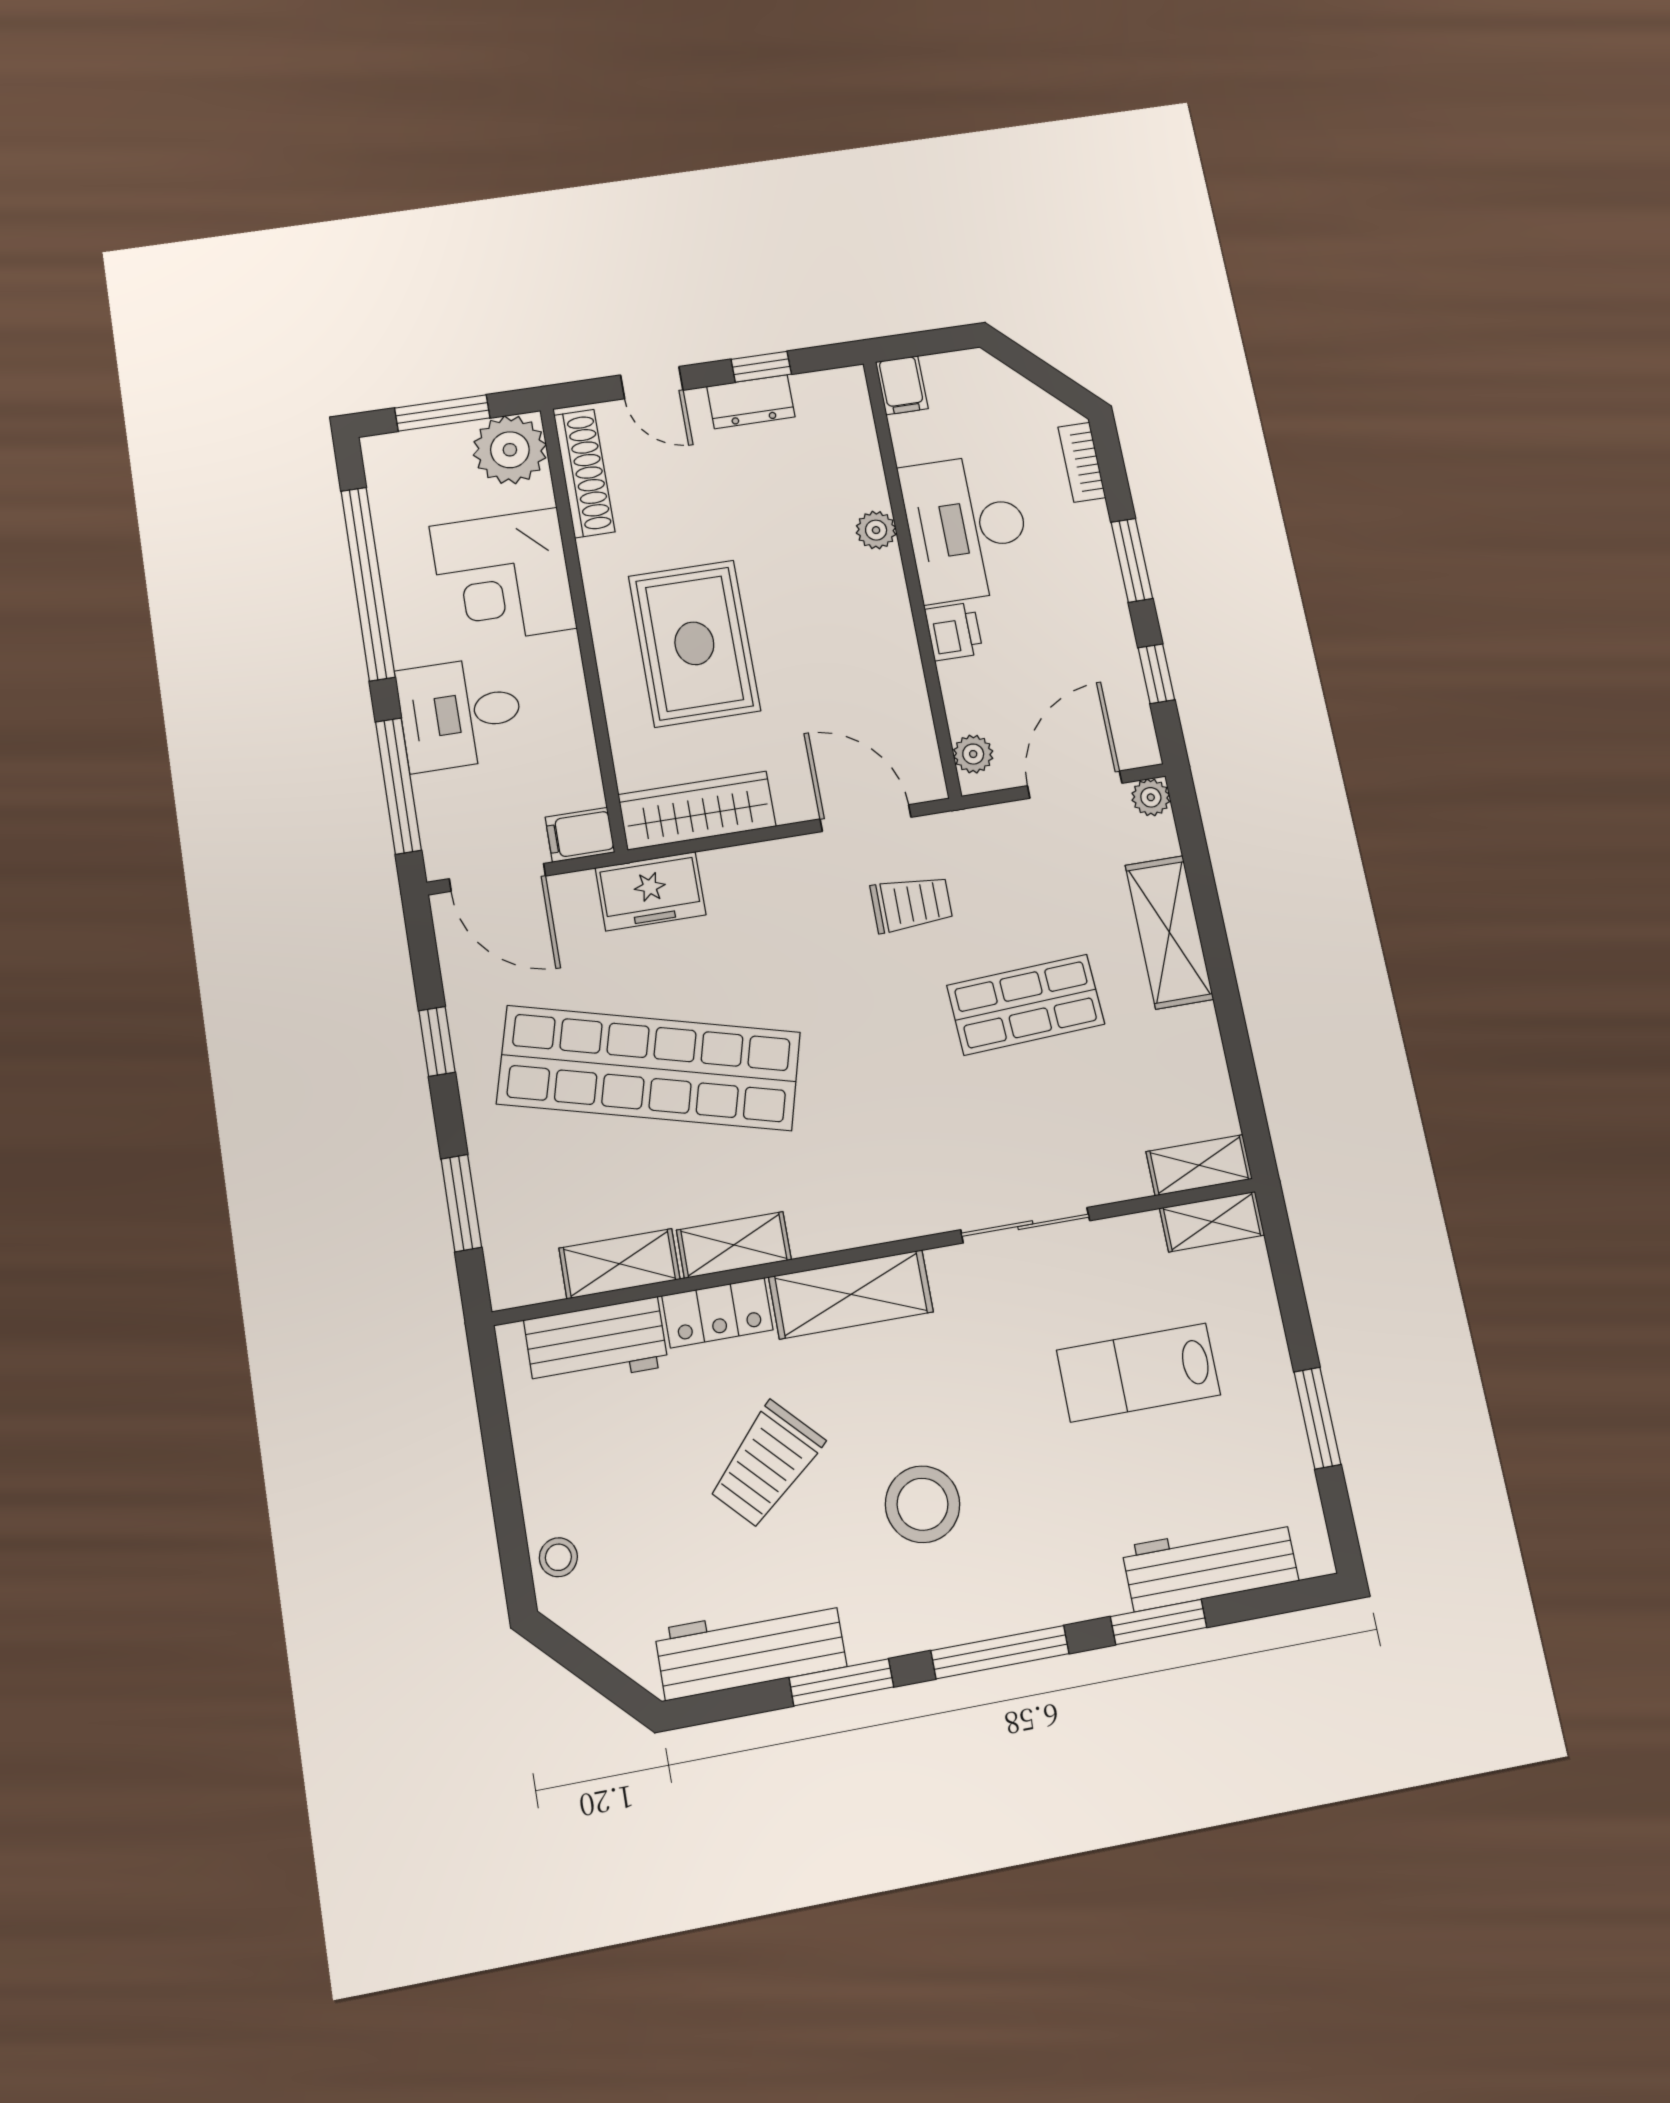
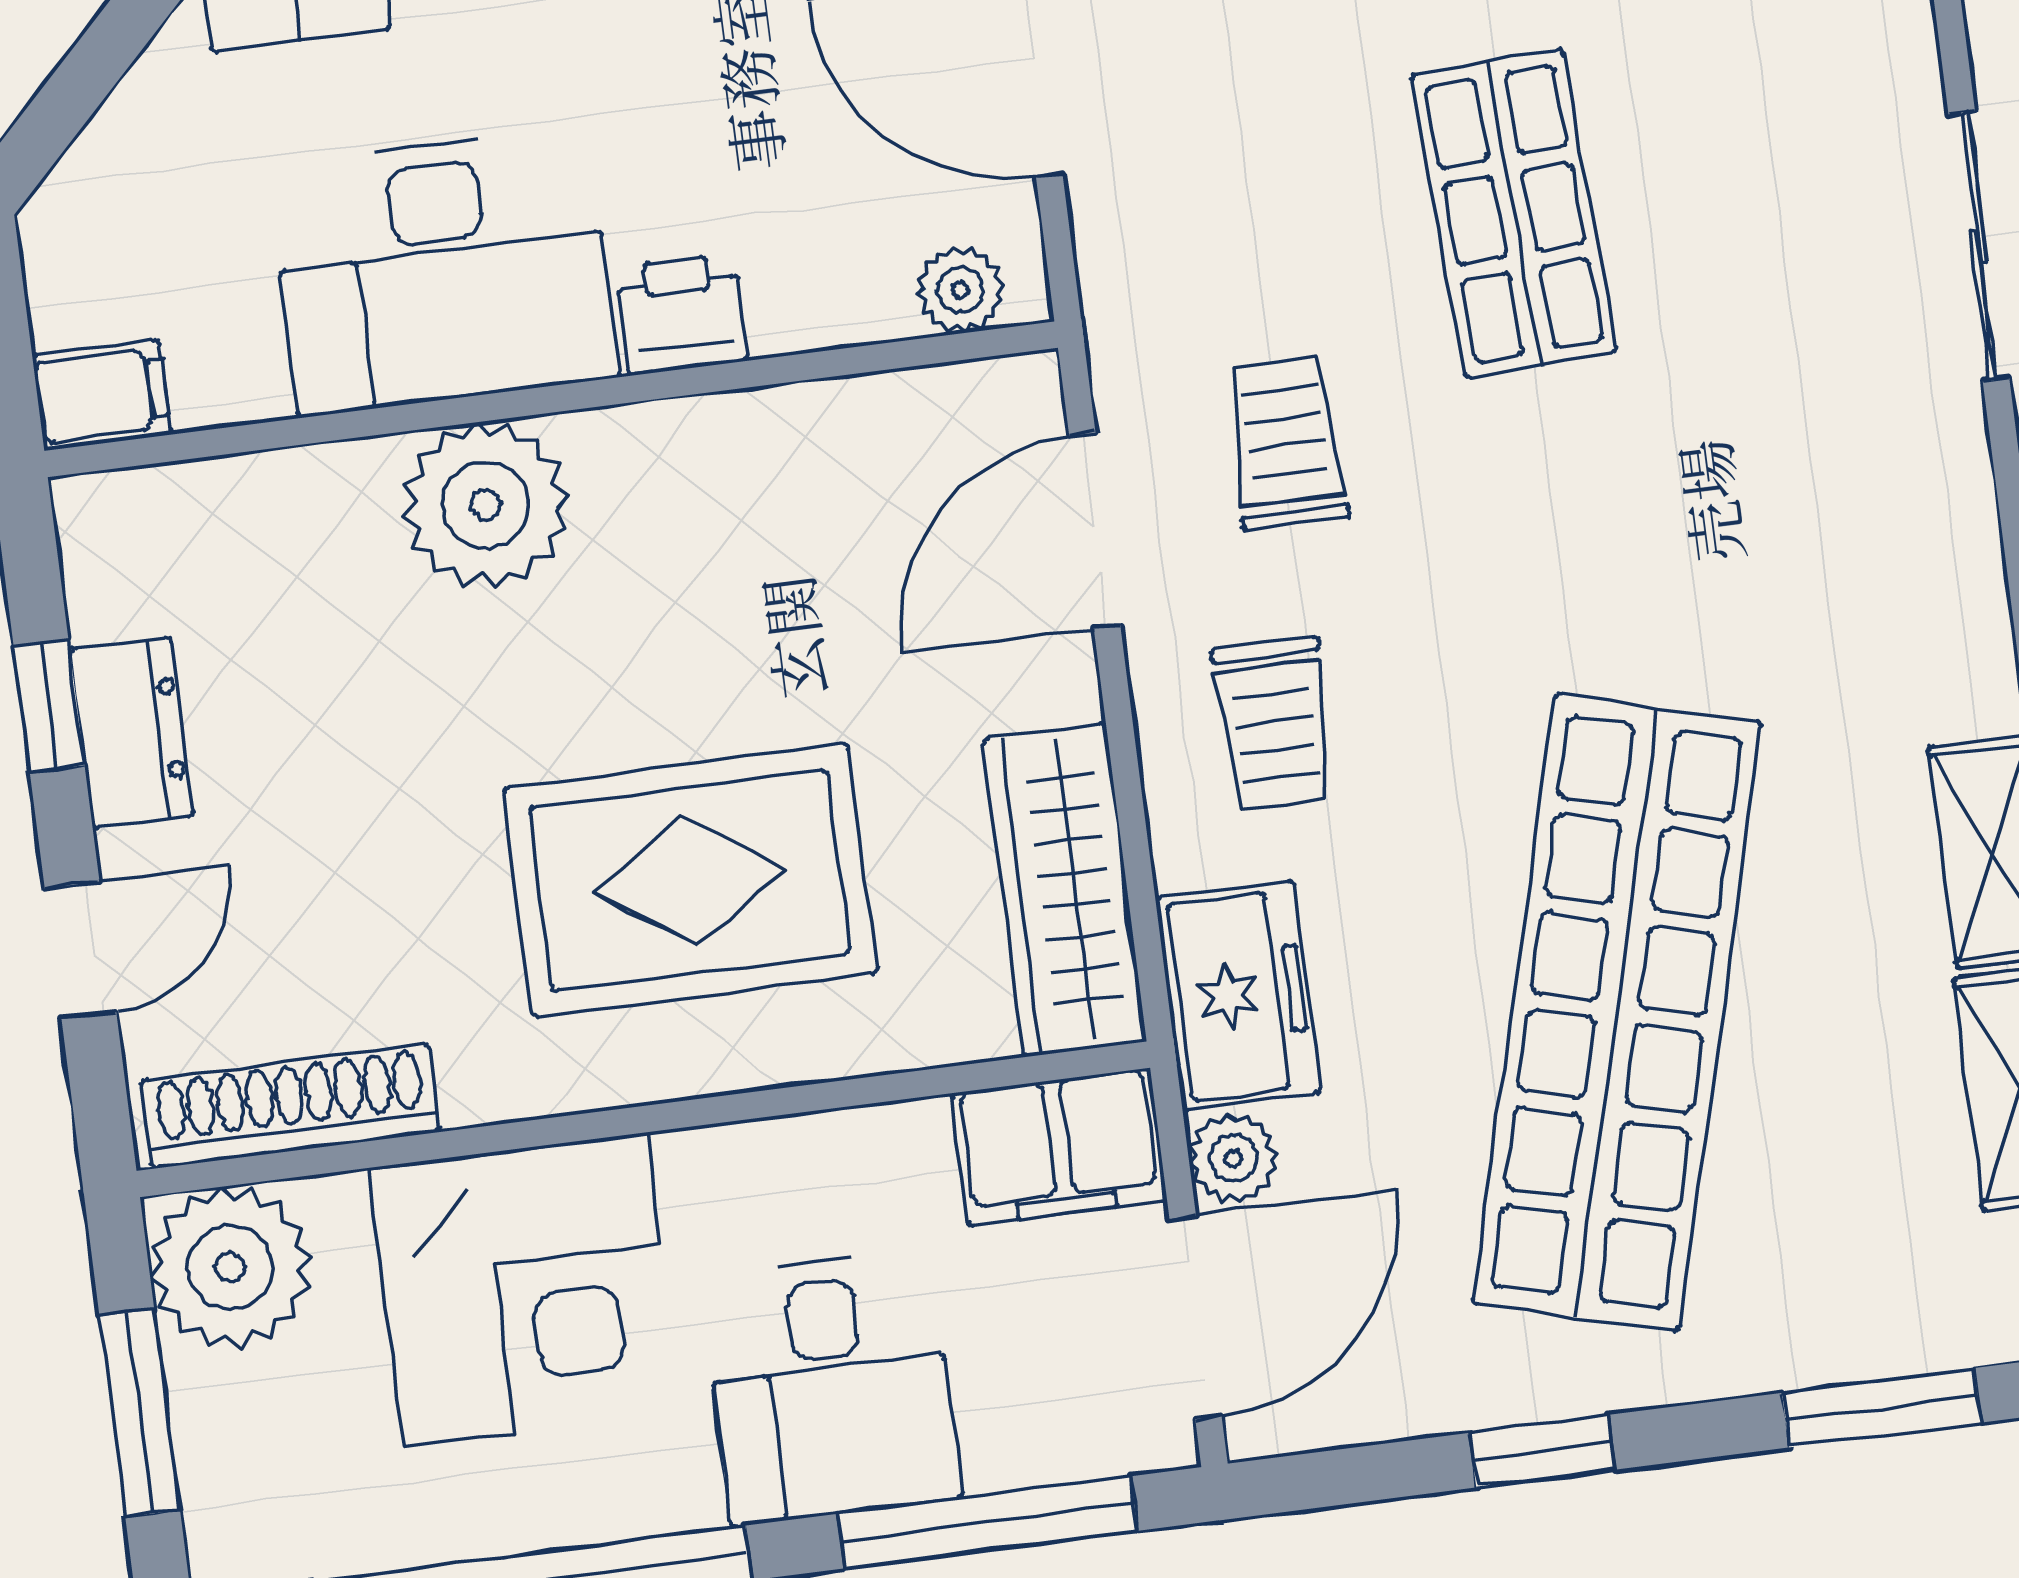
plant: (876, 530) -> (485, 505), width x1.87, depth x1.87
filing cabinet: (580, 835) -> (1059, 1147), width x2.00
plant: (573, 892) -> (1233, 1158), added
trolley: (779, 903) -> (1274, 724), added

